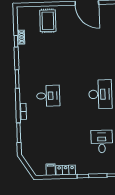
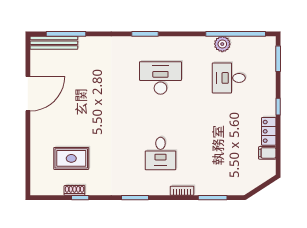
rug: (48, 21) -> (71, 158), moved
desk: (48, 96) -> (160, 153), turned 180

